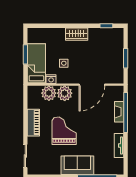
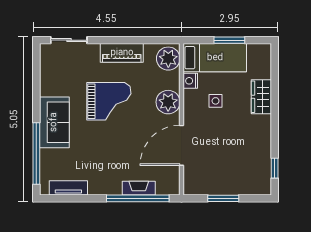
wardrobe: (77, 34) -> (261, 97), moved
door: (92, 85) -> (182, 145), hinge flipped
plant: (49, 93) -> (168, 59), moved
tv unit: (119, 146) -> (68, 188), moved

